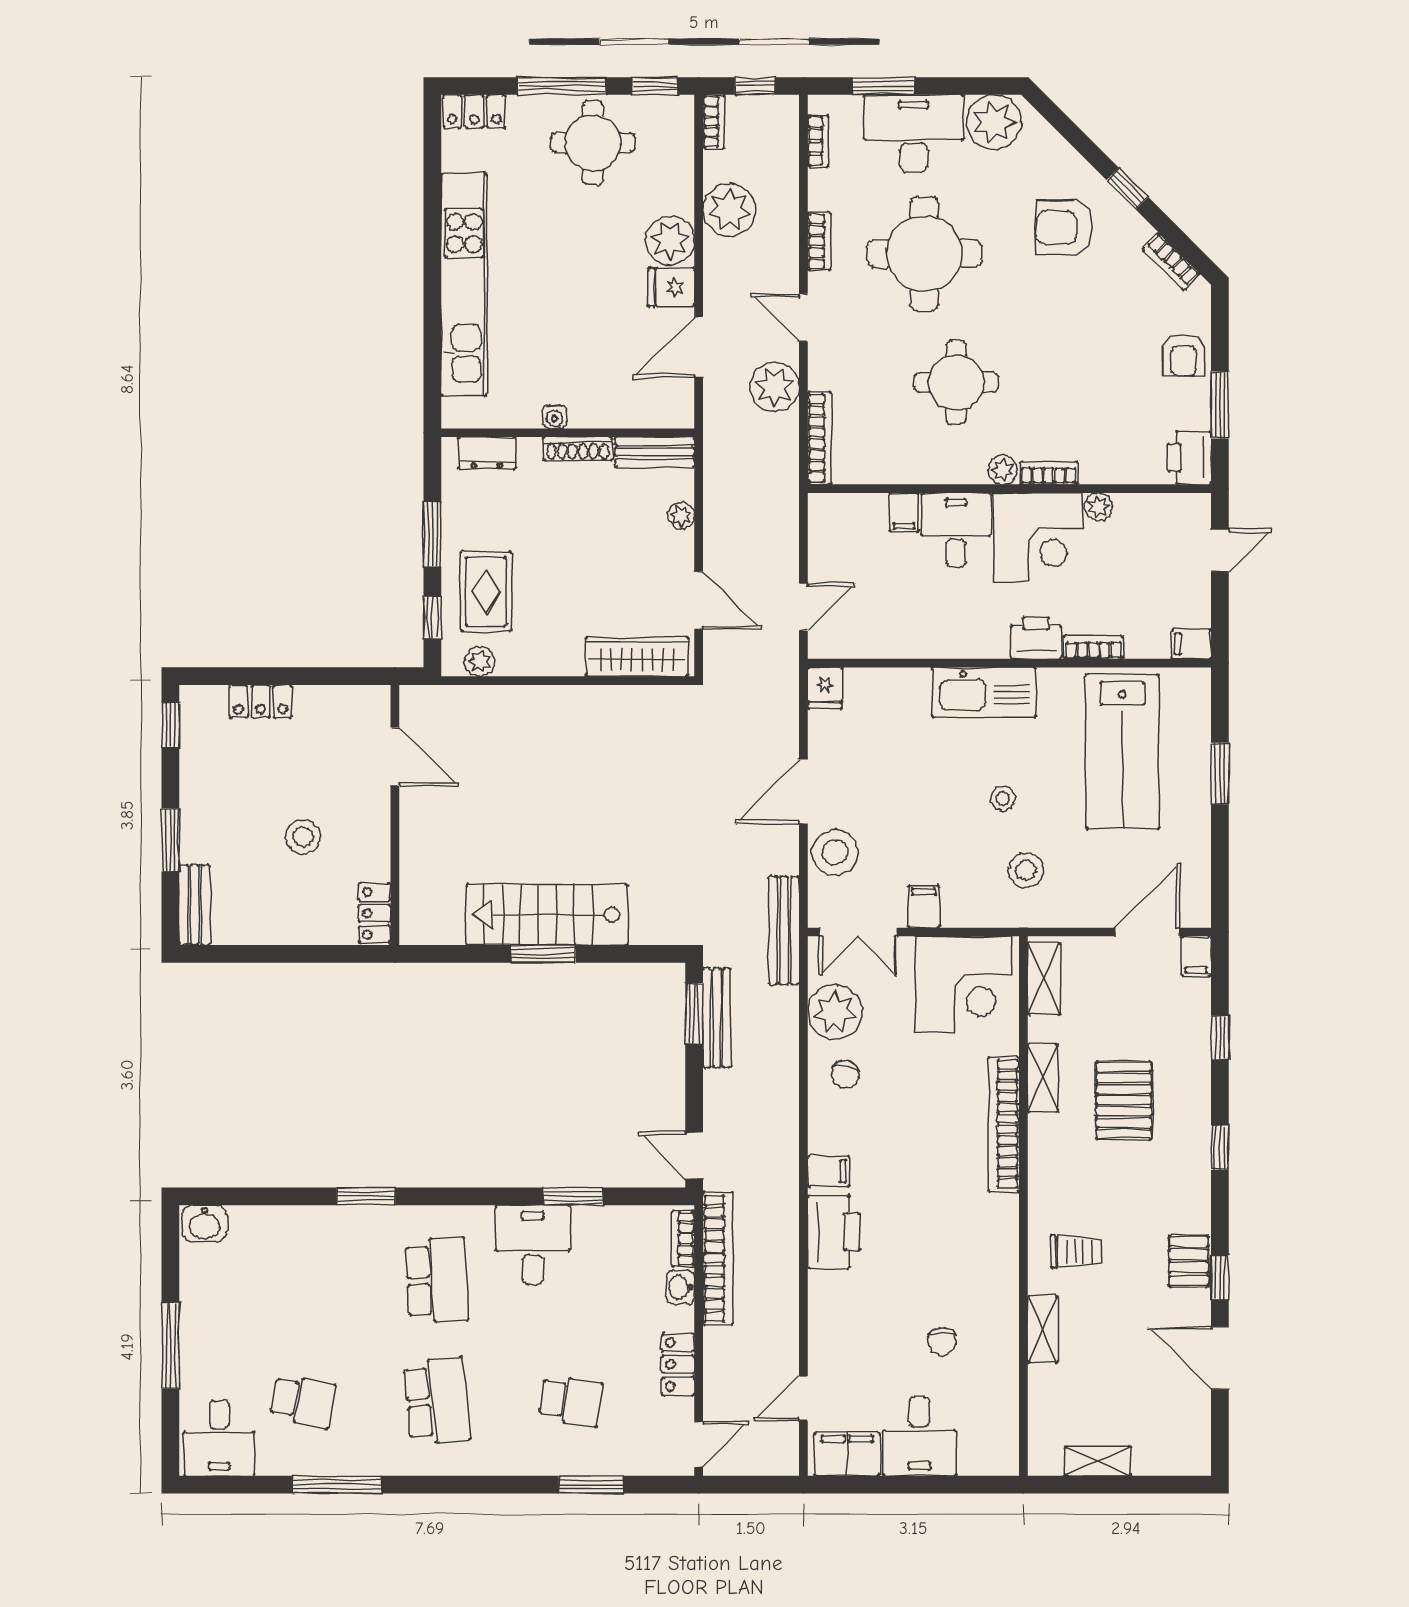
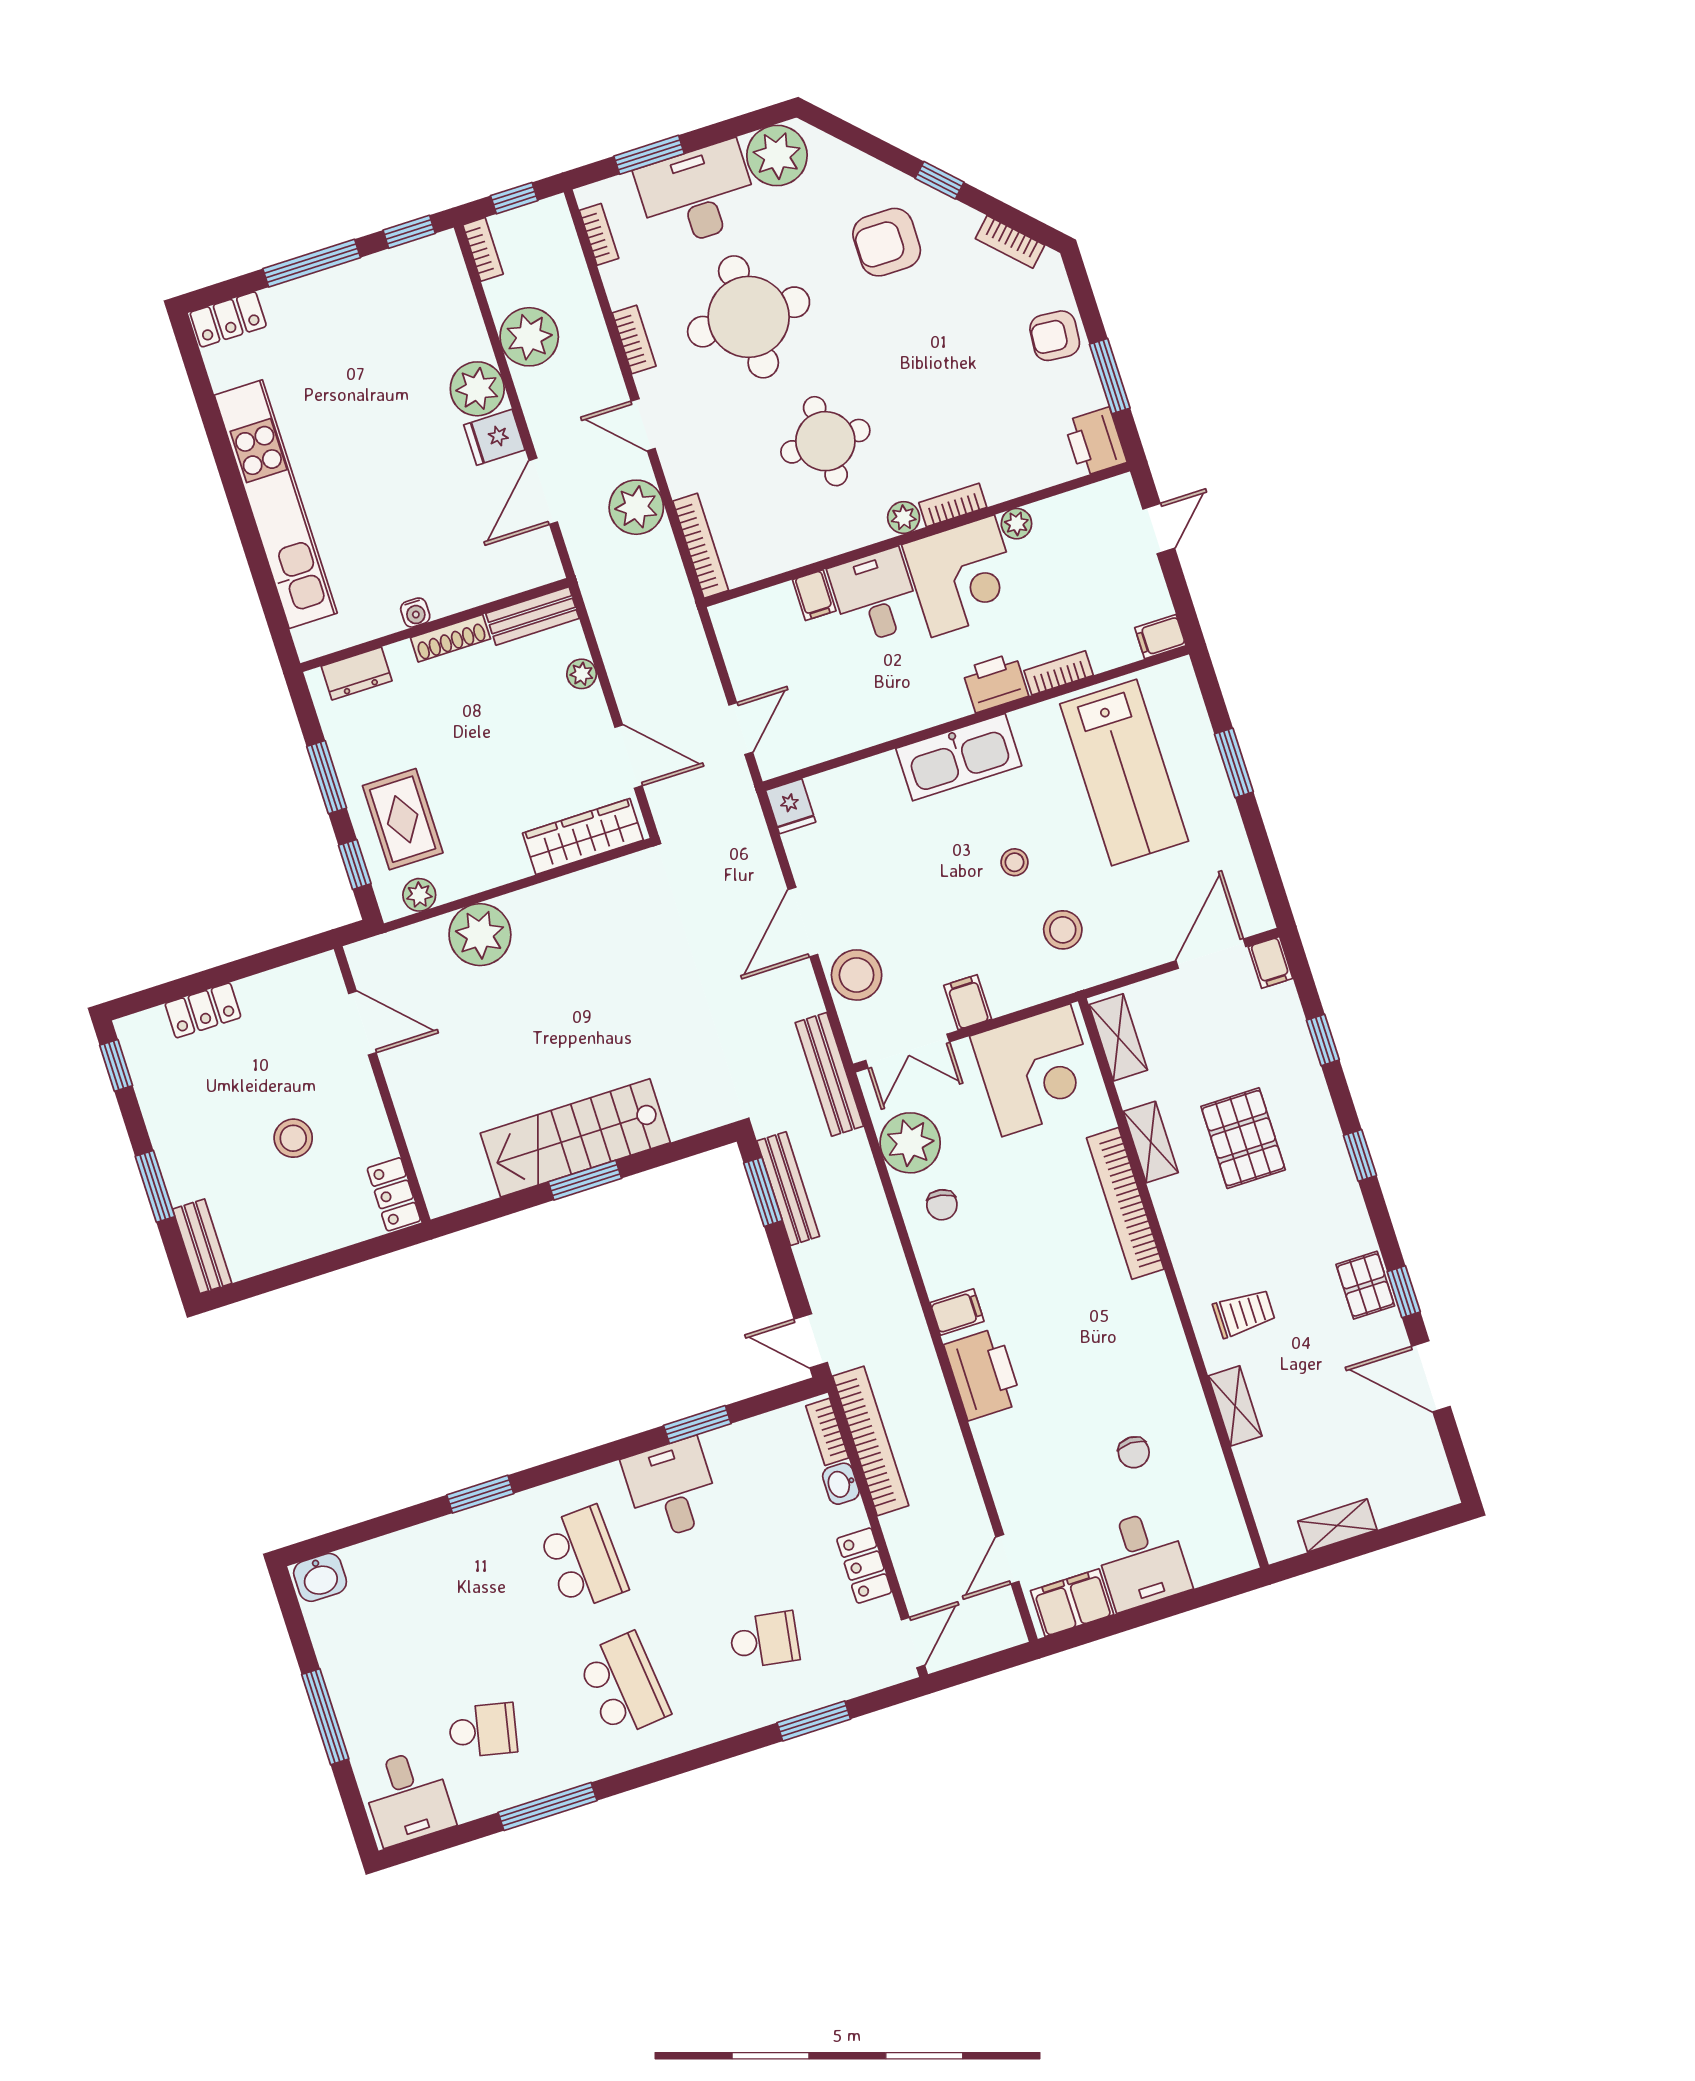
round table: (593, 143) -> (363, 312), removed
armchair: (1184, 355) -> (1055, 336), turned 95
plant: (521, 713) -> (480, 935), added

